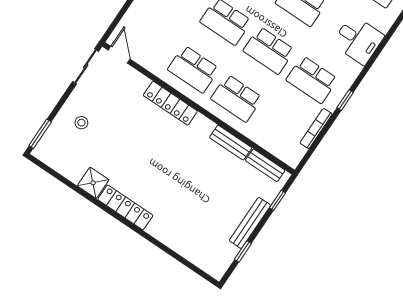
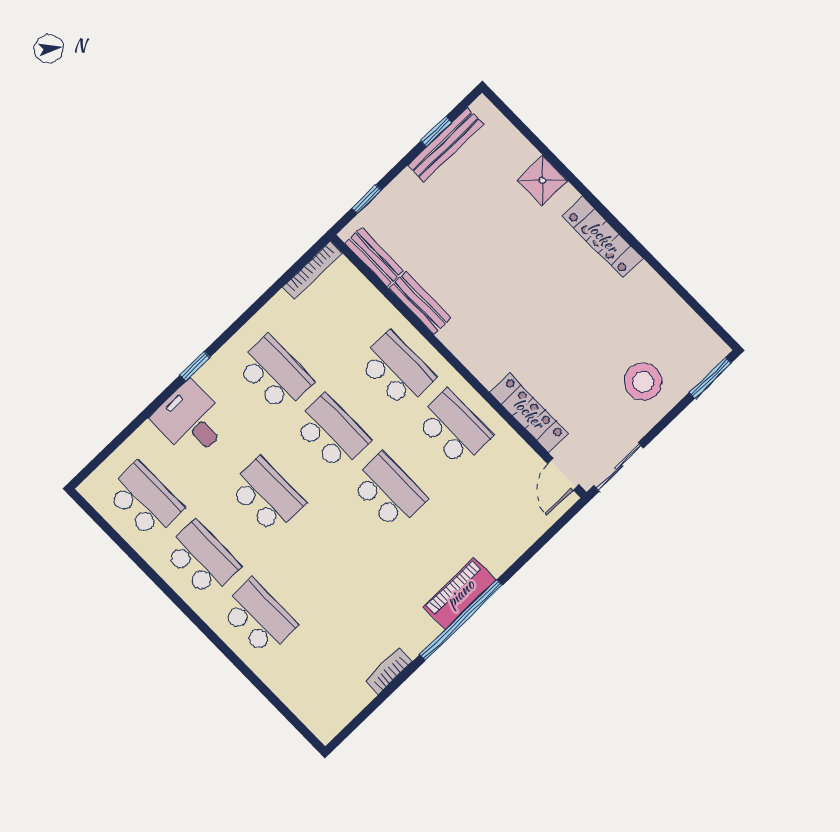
window: (345, 100) -> (195, 366), moved
locker: (170, 103) -> (529, 413), moved
stool: (81, 123) -> (643, 382), width x1.89, depth x1.89
bookcase: (316, 129) -> (312, 270), moved
shower: (93, 183) -> (542, 181), moved
bench: (250, 223) -> (445, 145), moved

